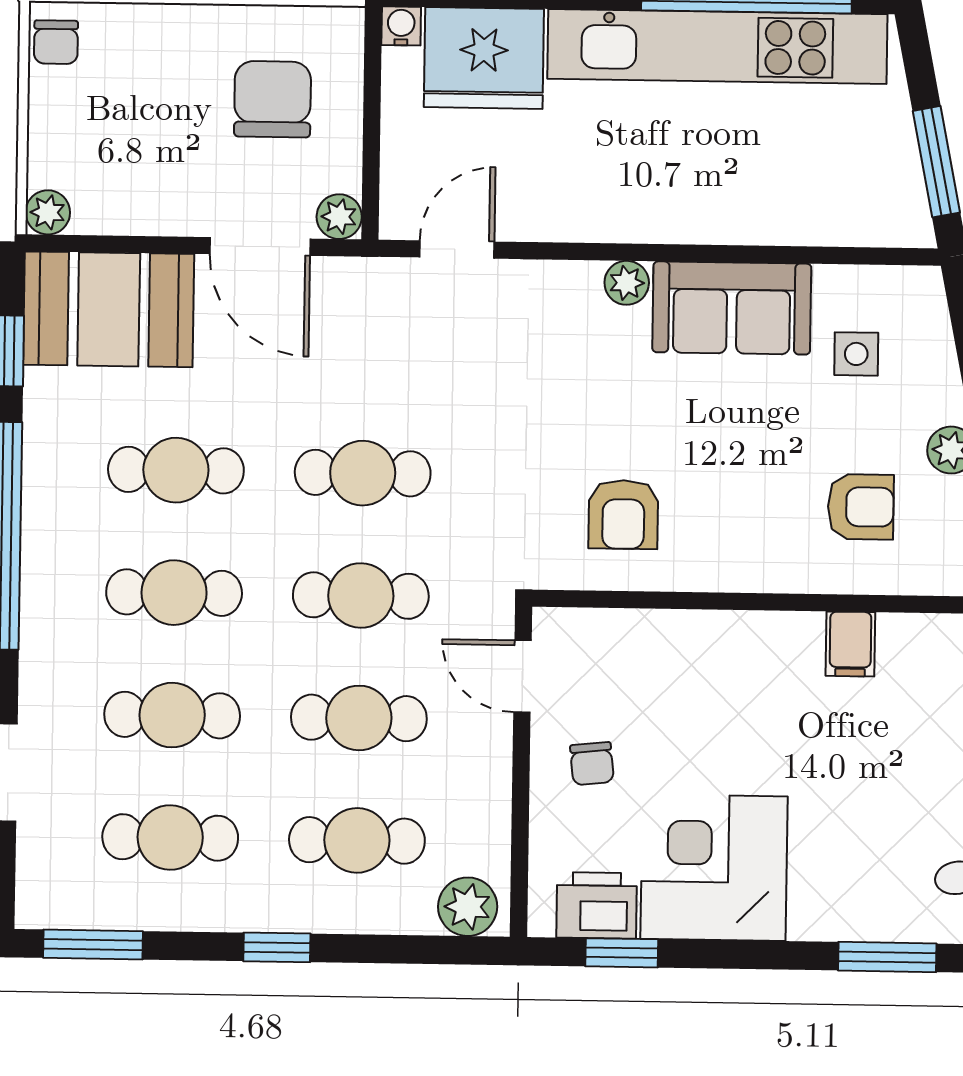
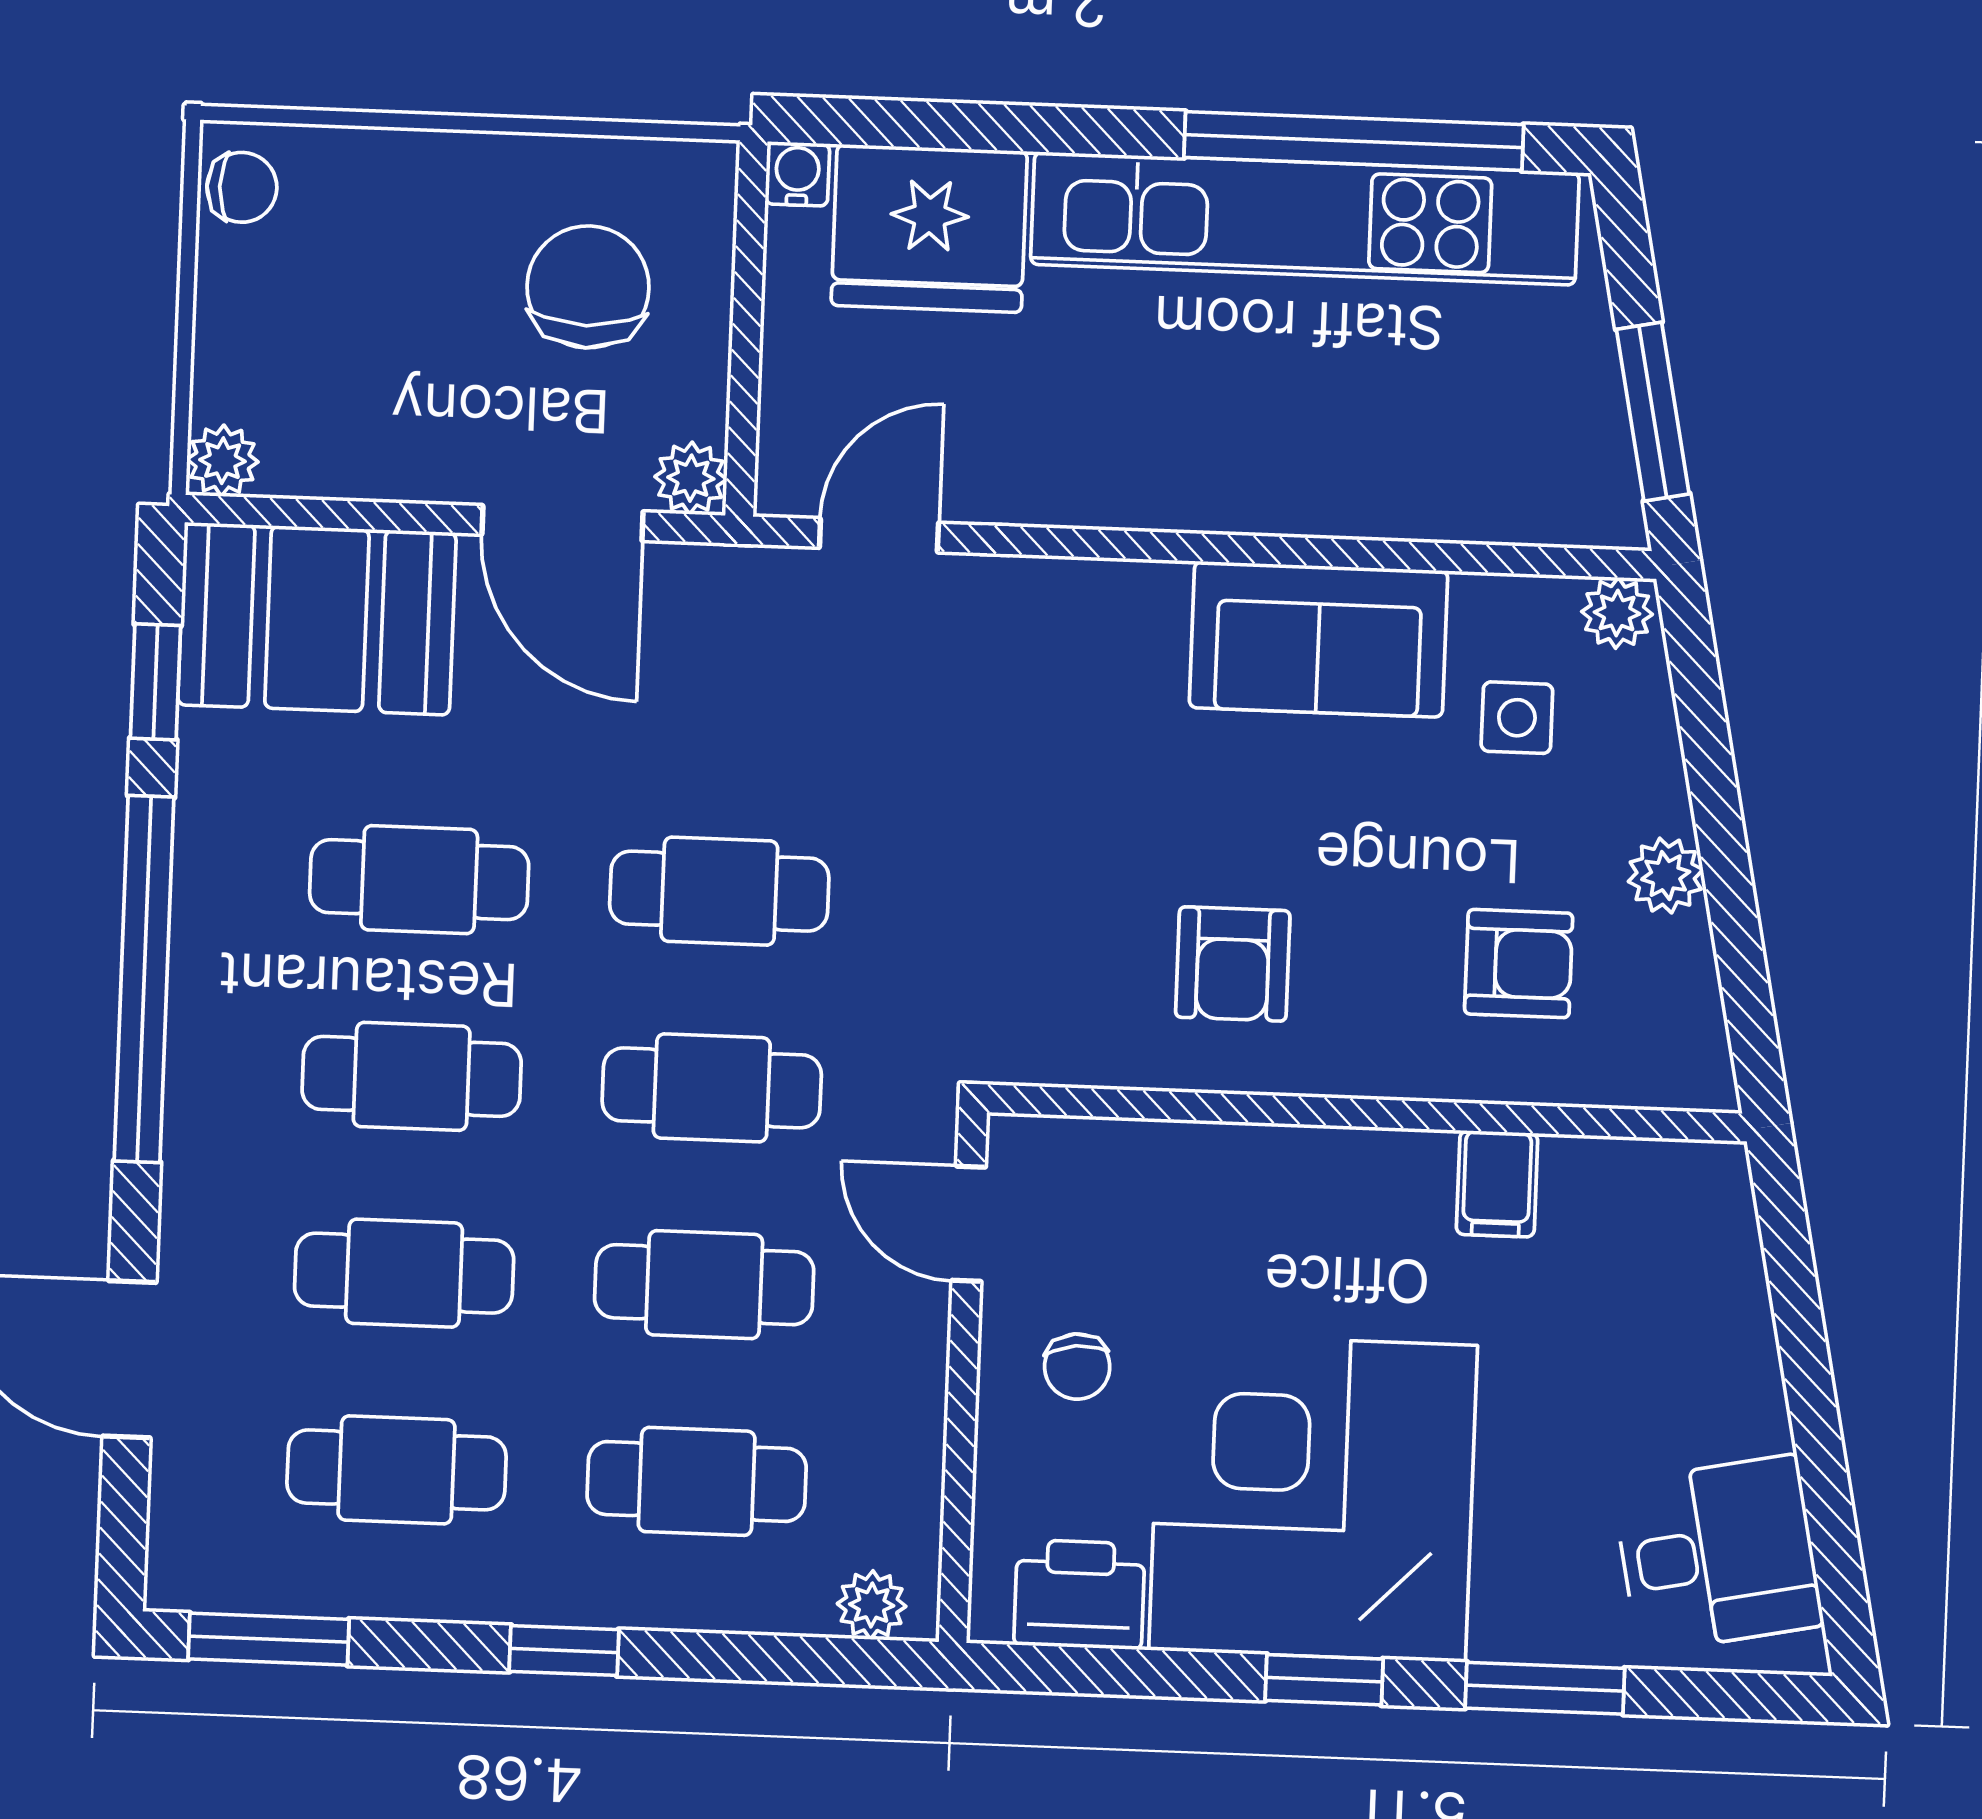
chair: (56, 42) -> (242, 187), turned -90
plant: (627, 283) -> (1617, 613), moved
armchair: (623, 514) -> (1233, 964), moved
corner desk: (714, 868) -> (1313, 1498), width x1.36, depth x1.36
plant: (468, 907) -> (872, 1605), width x0.73, depth x0.73
window: (622, 953) -> (1324, 1680), moved

